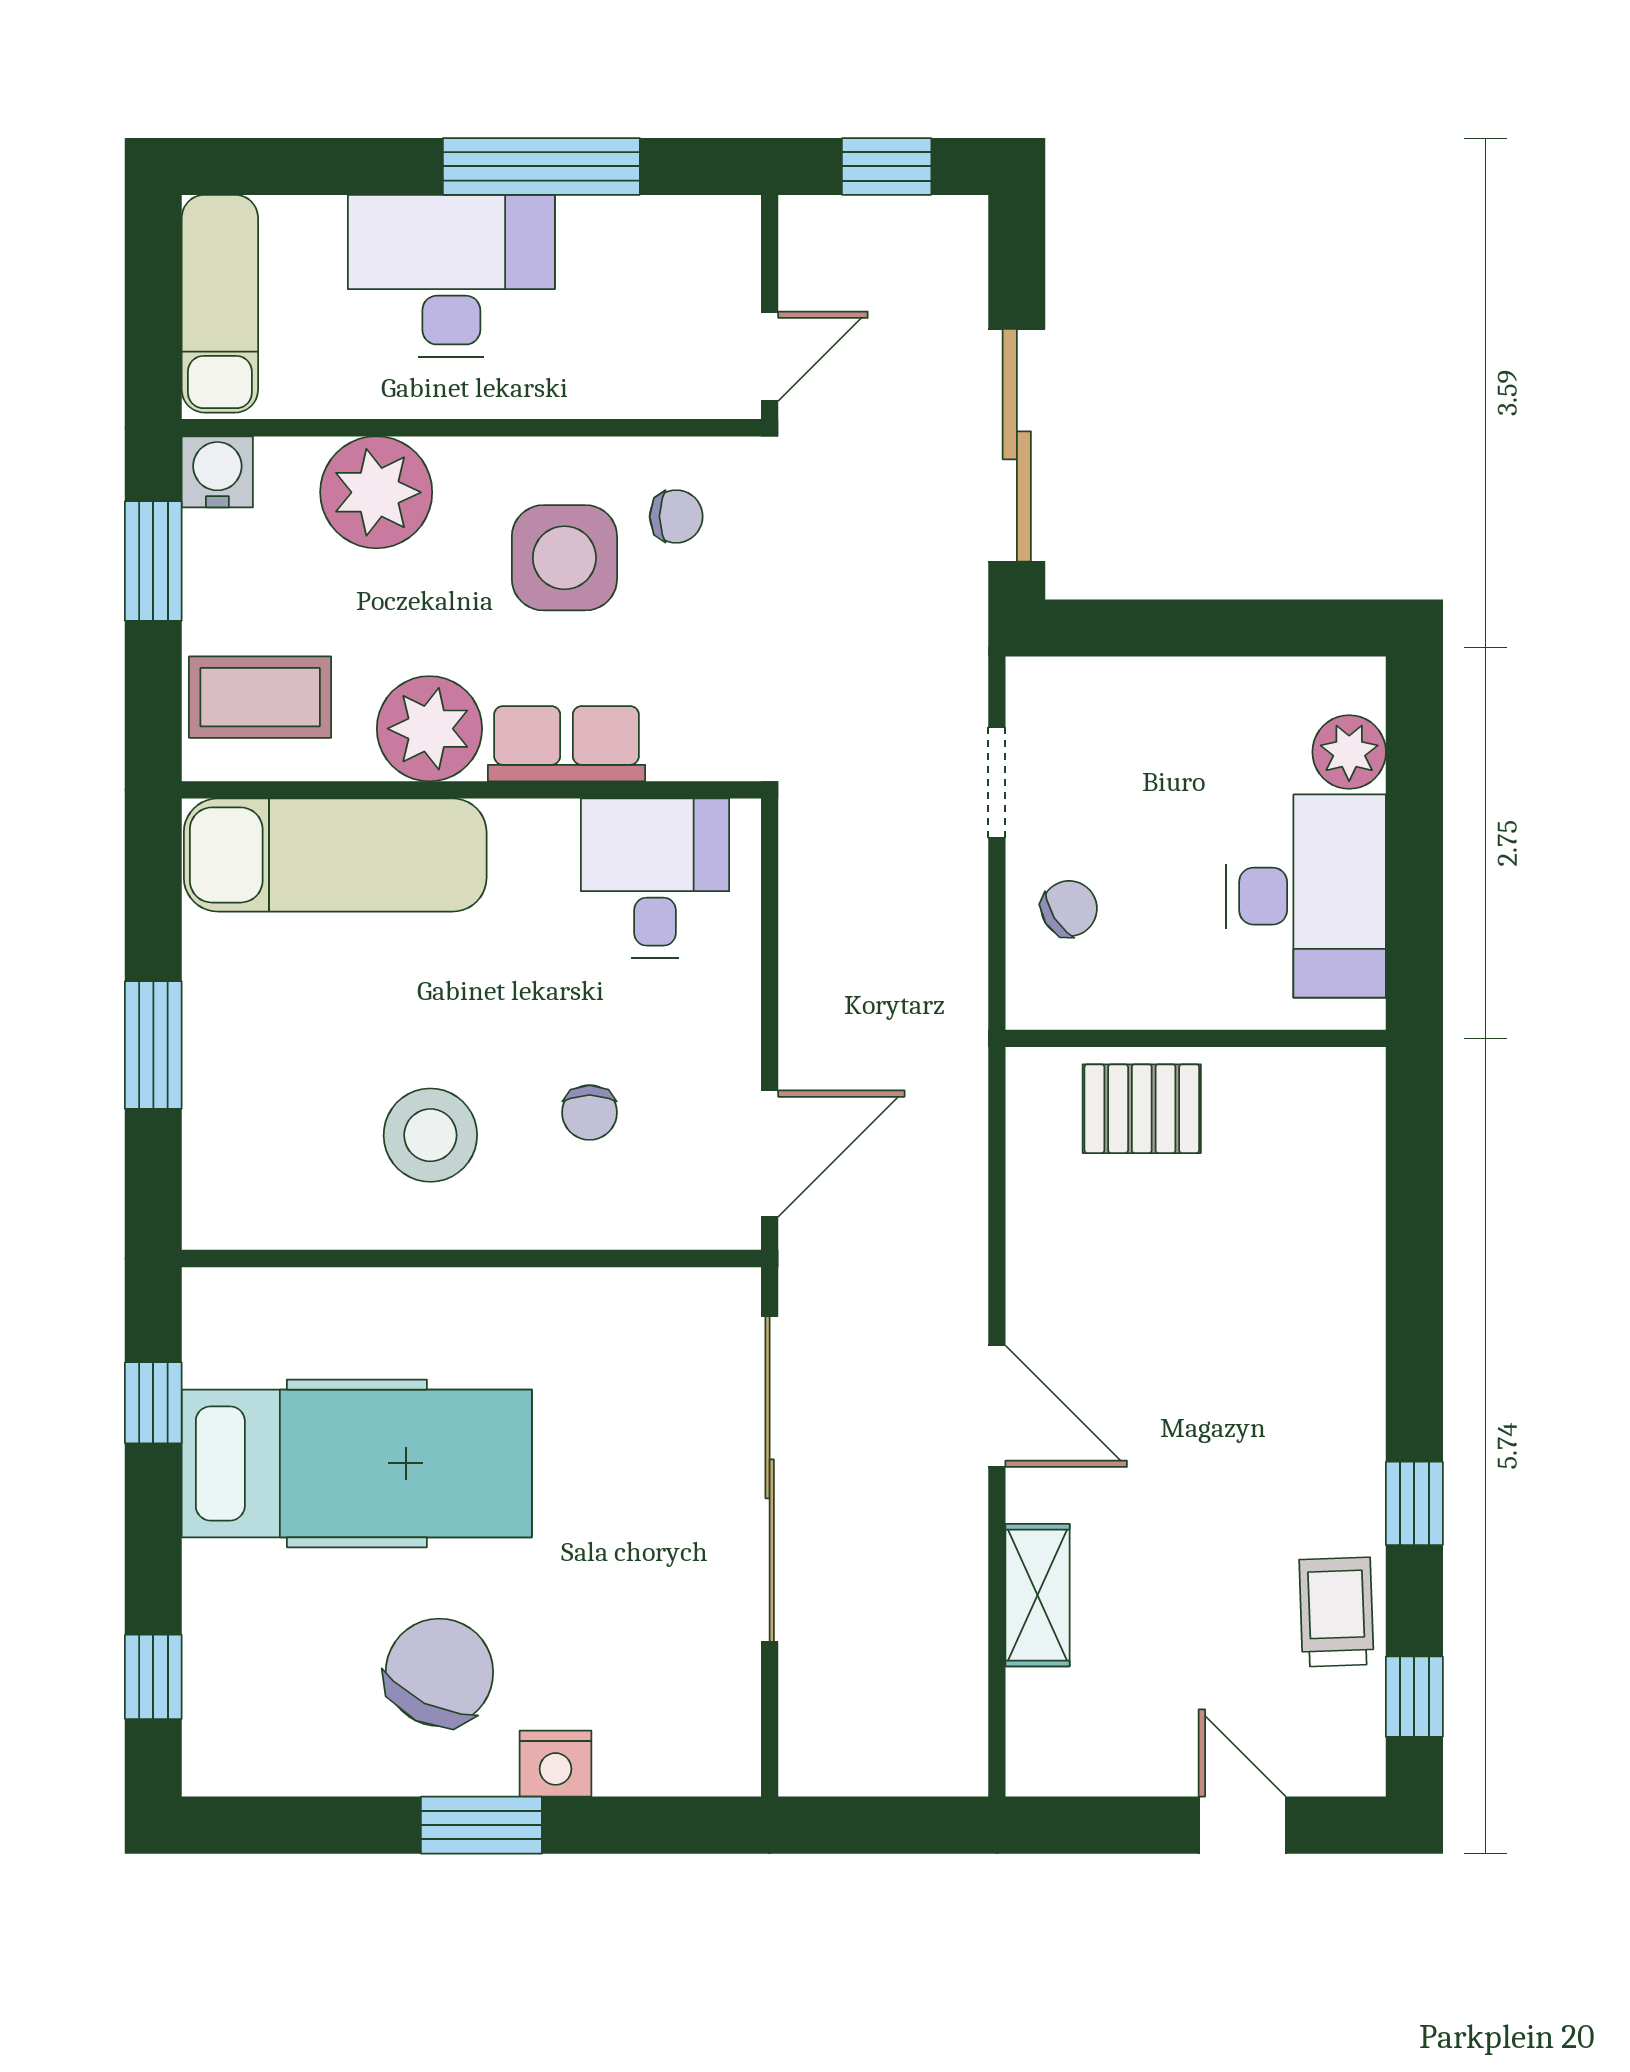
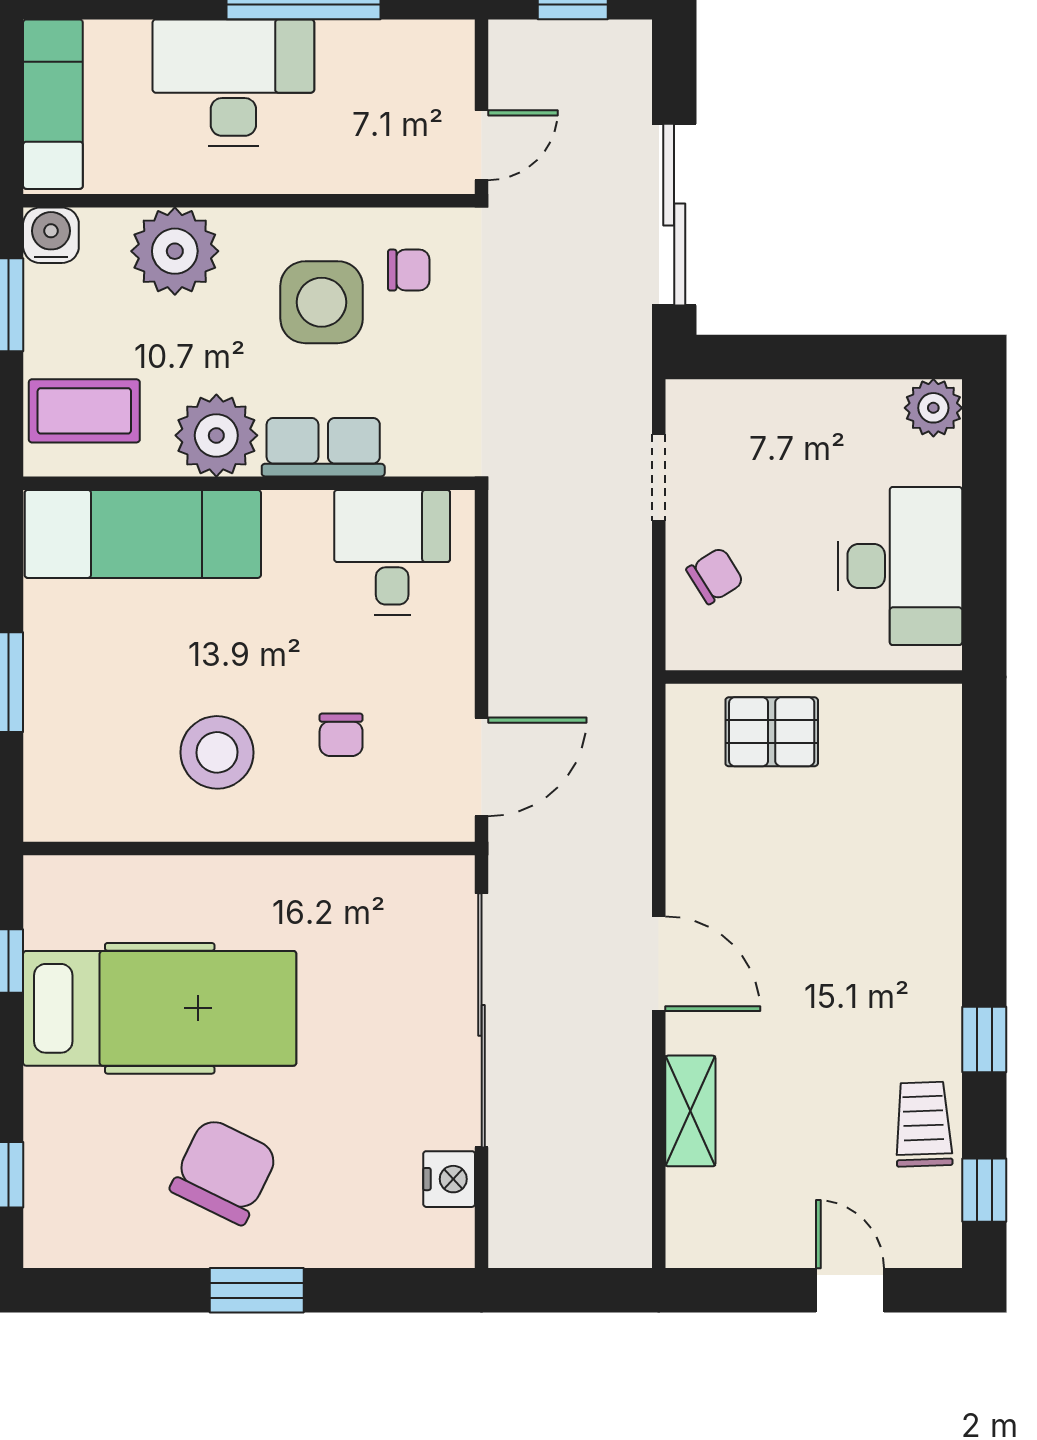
plant: (1349, 752) -> (933, 408), moved
nightstand: (556, 1764) -> (449, 1179), moved, turned -90

